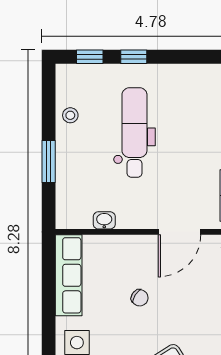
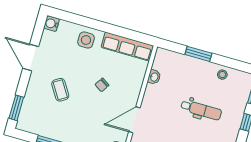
dental chair: (134, 132) -> (201, 110), width x0.73, depth x0.72
door: (180, 232) -> (134, 120), hinge flipped

